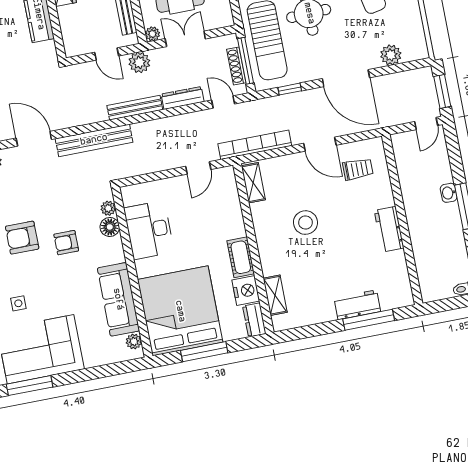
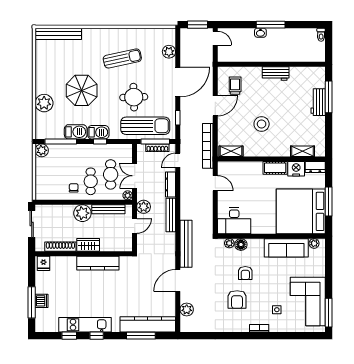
desk: (149, 230) -> (234, 221), moved

